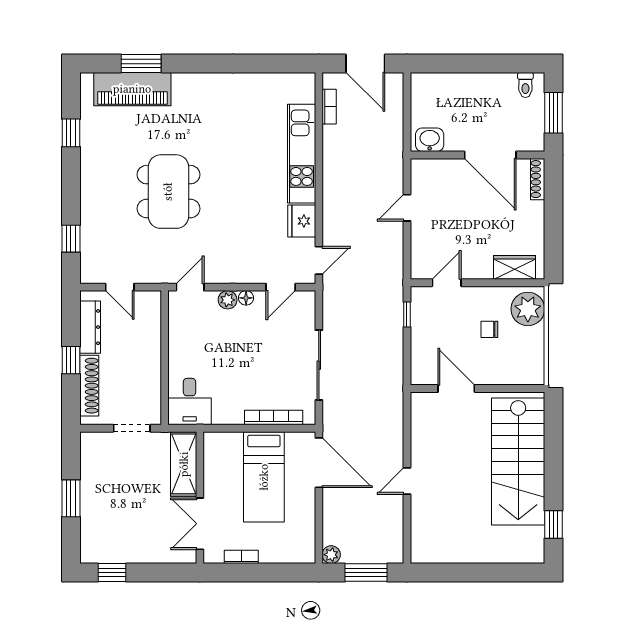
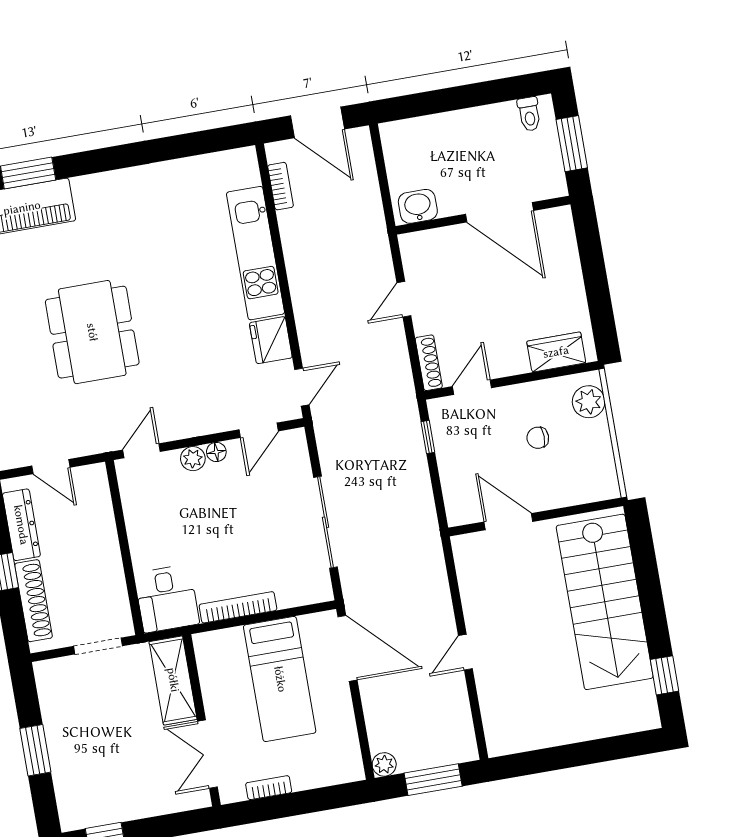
shoe rack: (538, 179) -> (429, 363), moved, turned 180
plant: (528, 309) -> (589, 402), width x0.73, depth x0.73
bookcase: (274, 417) -> (238, 607), moved

